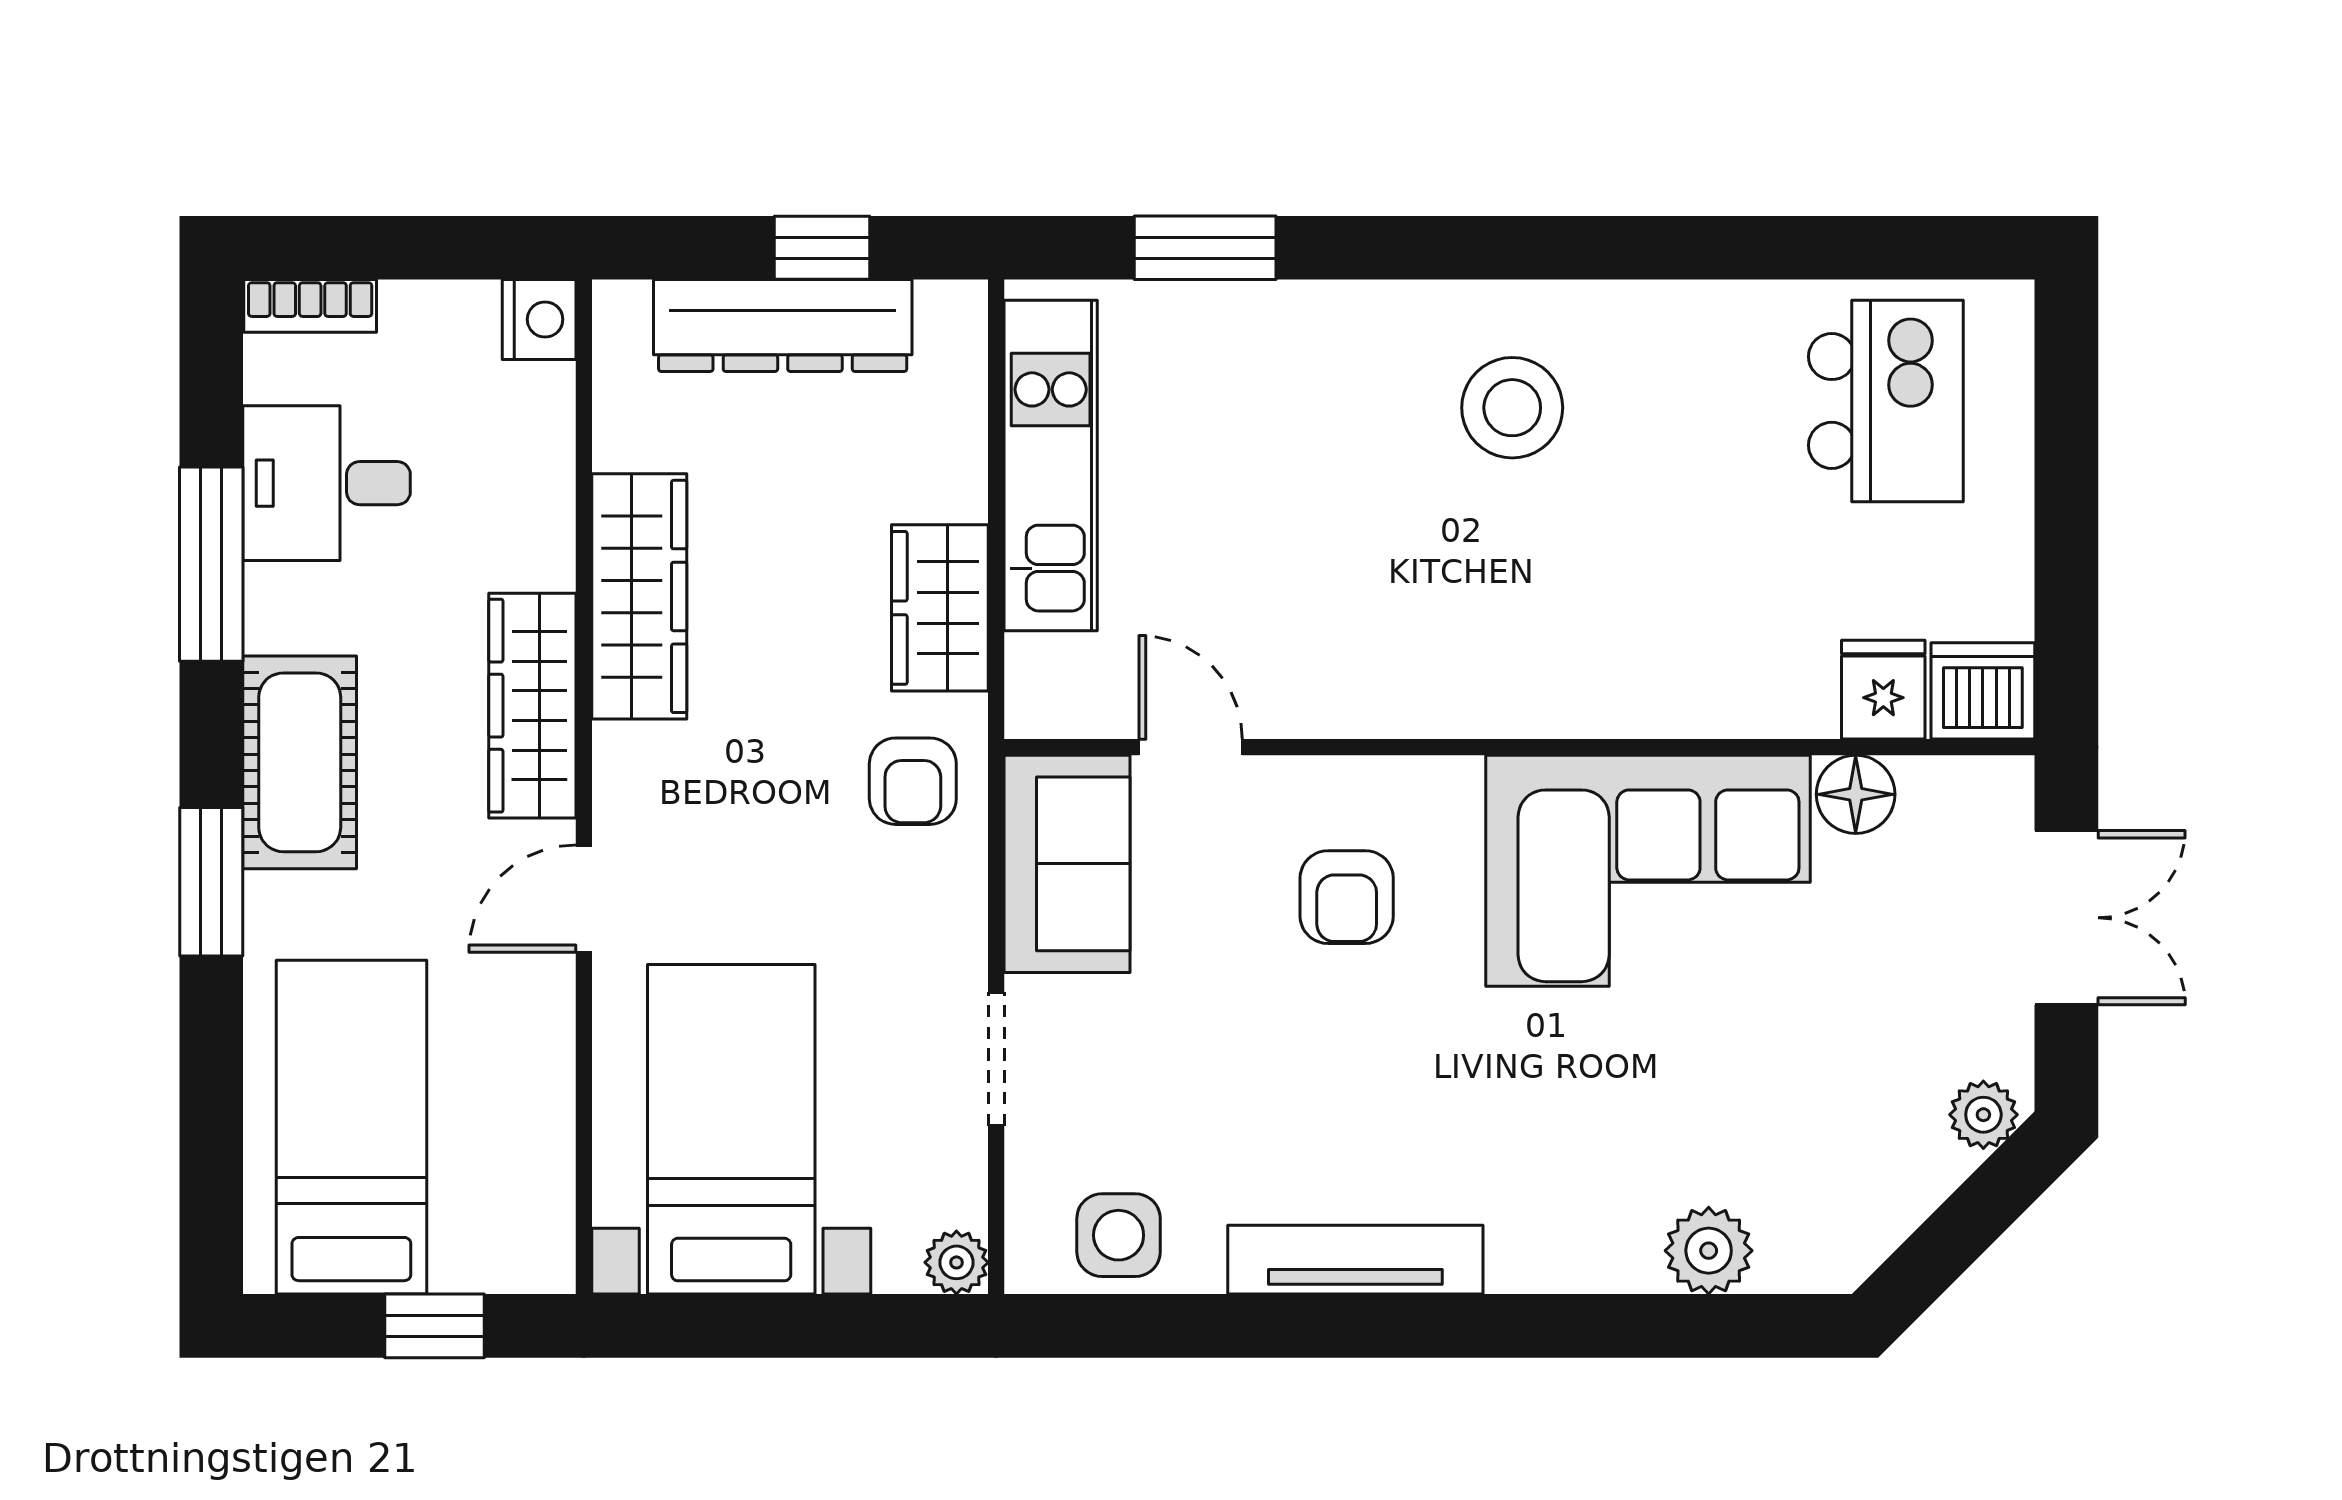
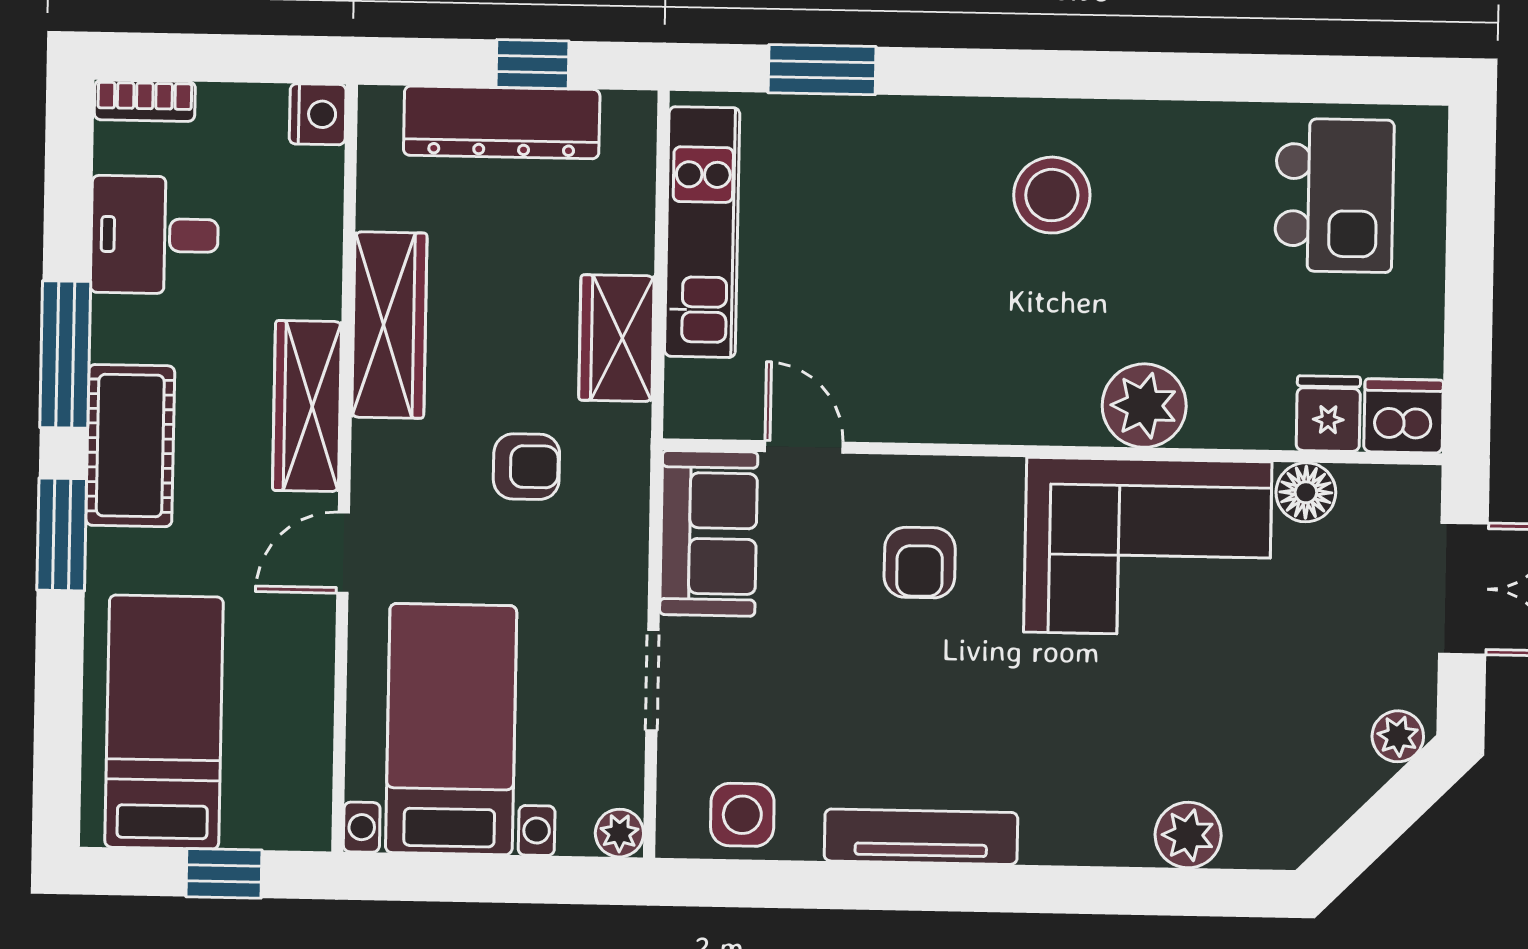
window: (211, 564) -> (65, 355), moved
plant: (1640, 684) -> (1144, 406), added
armchair: (913, 781) -> (526, 467), moved, turned -90

